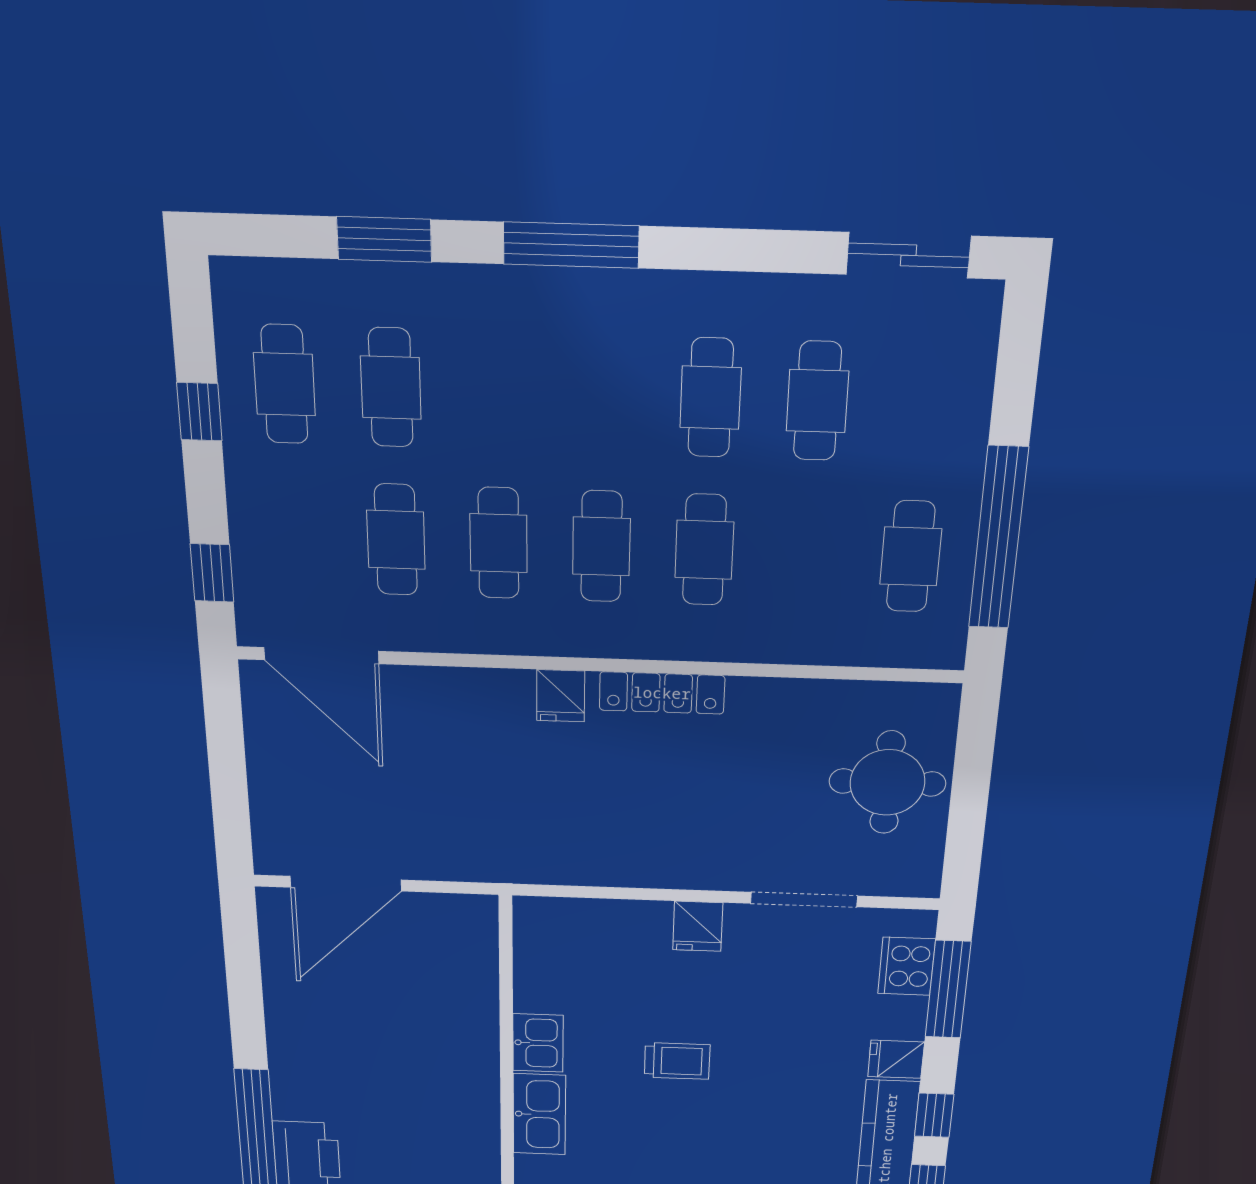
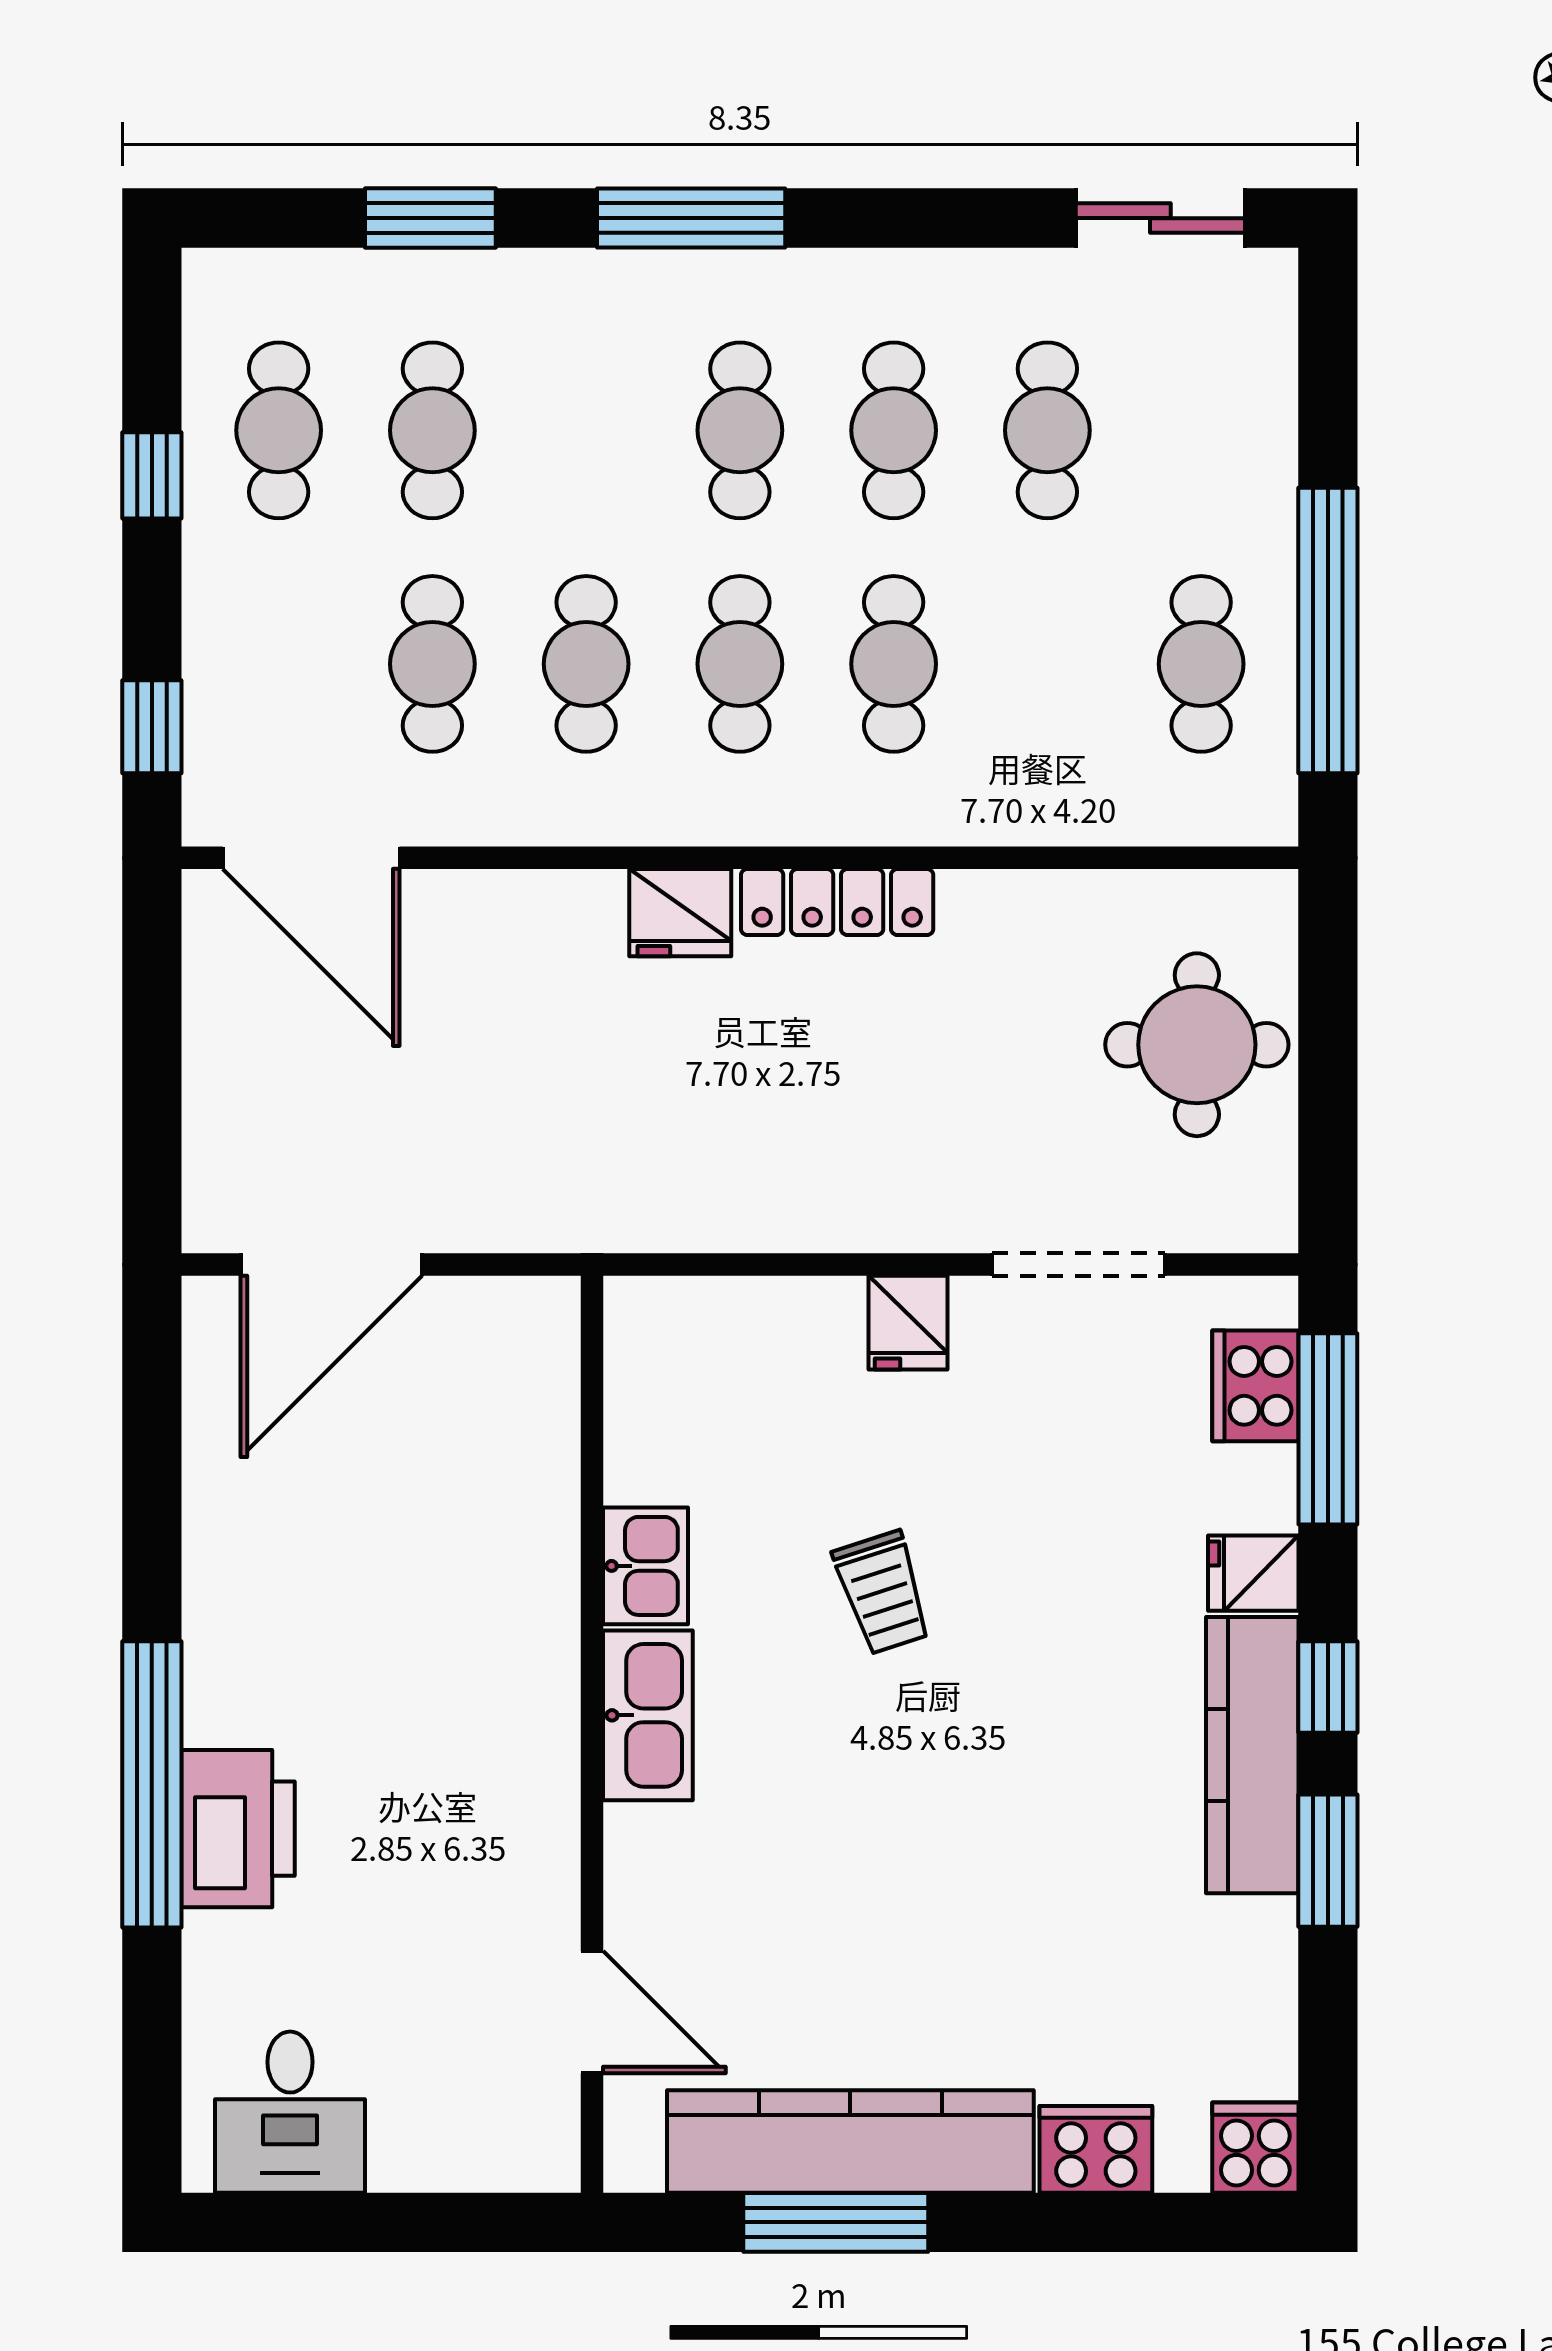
cafe table: (604, 394) -> (740, 430), added
fridge: (561, 696) -> (680, 913), width x1.38
trolley: (677, 1061) -> (883, 1593), turned 72

